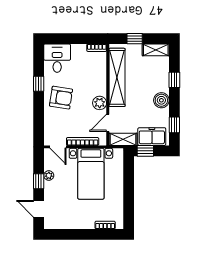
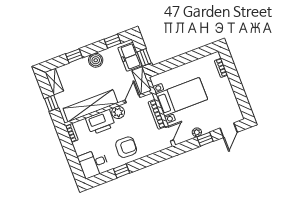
printer: (96, 81) -> (100, 122), added
armchair: (61, 98) -> (126, 147), turned 83
door: (108, 123) -> (133, 99), swing flipped

